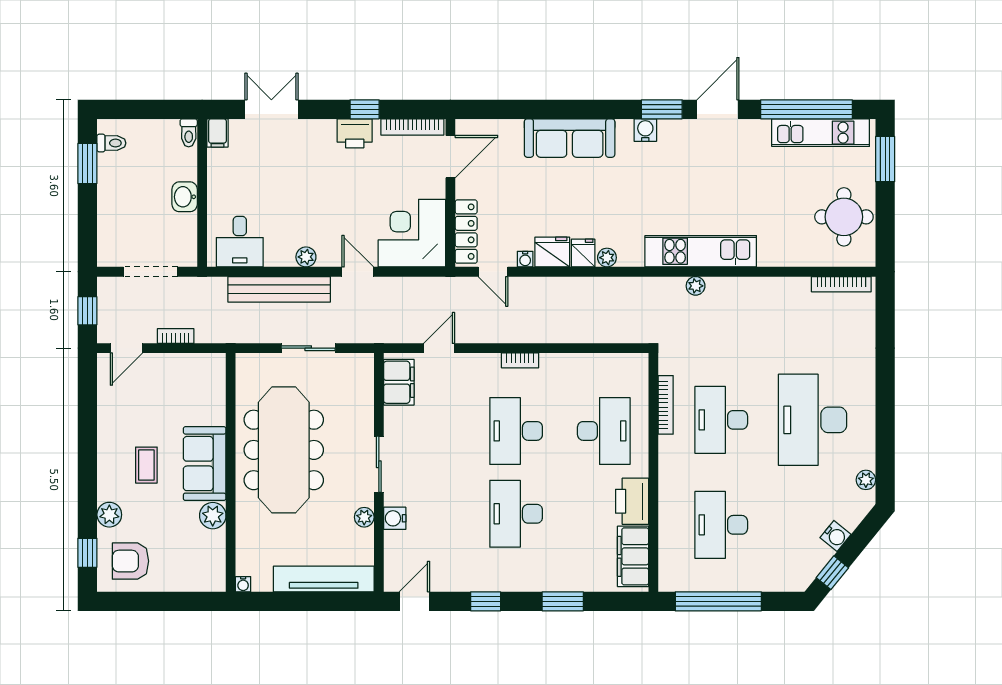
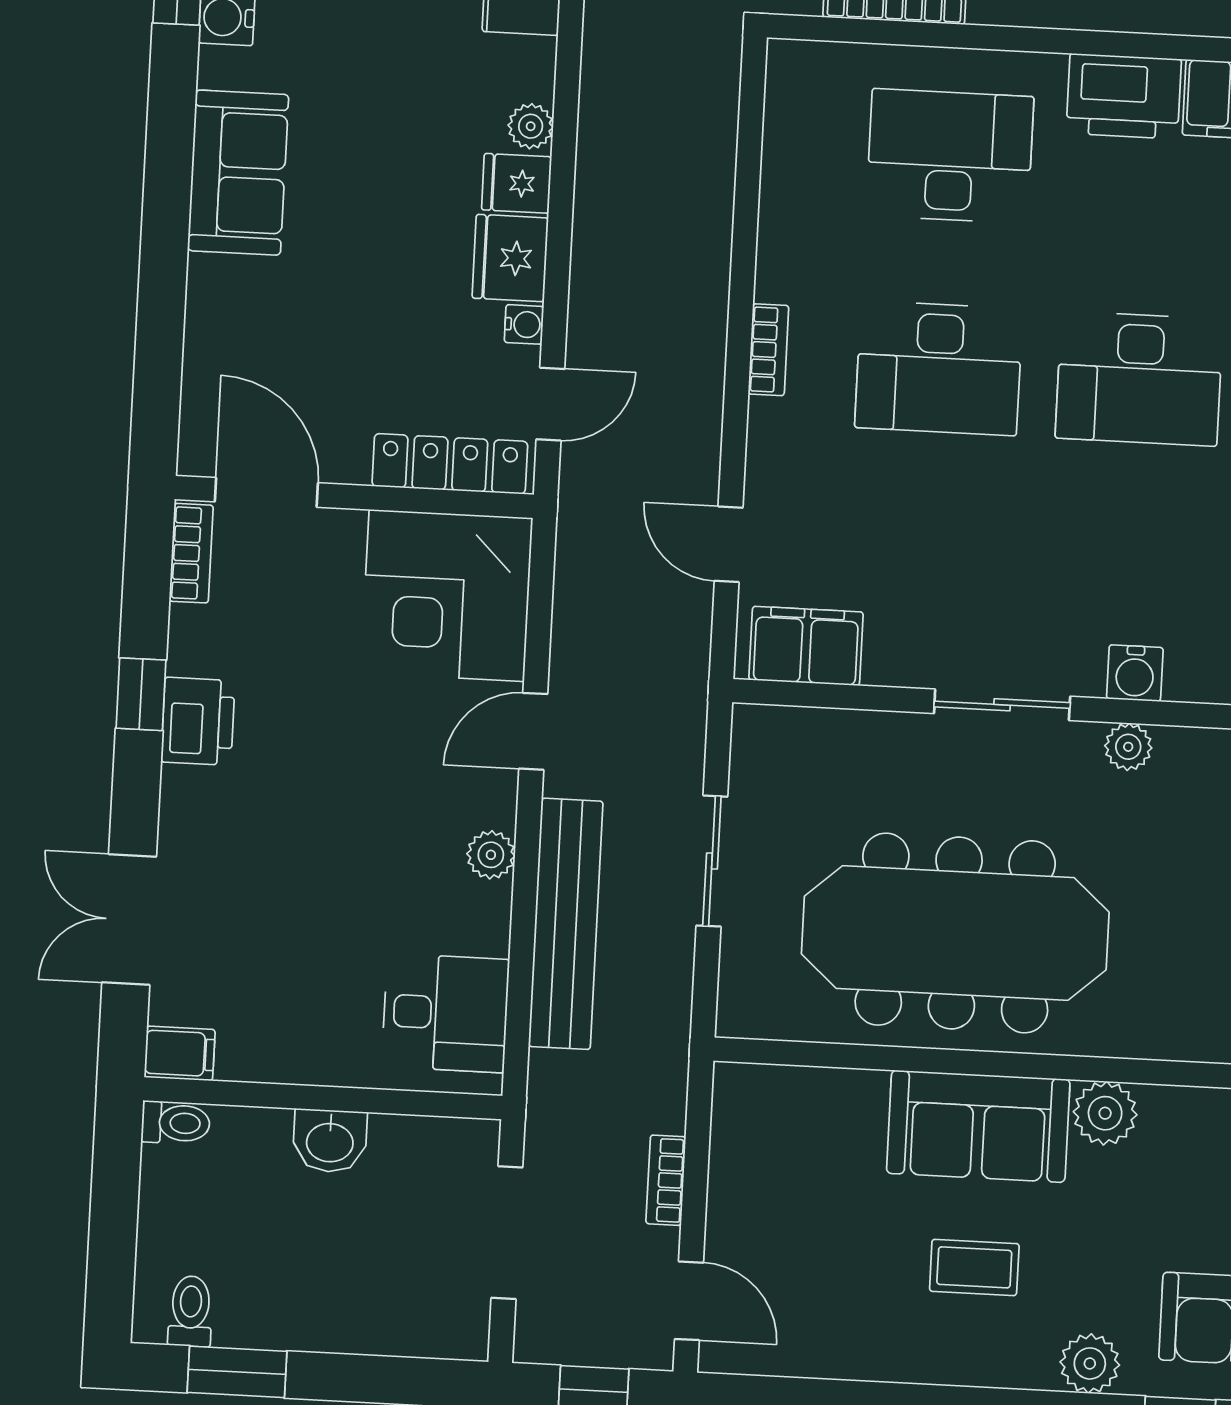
bookcase: (412, 127) -> (191, 553), width x0.64
sofa: (570, 138) -> (238, 173), width x0.73

